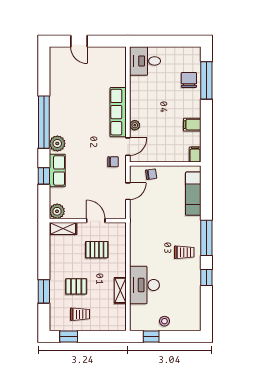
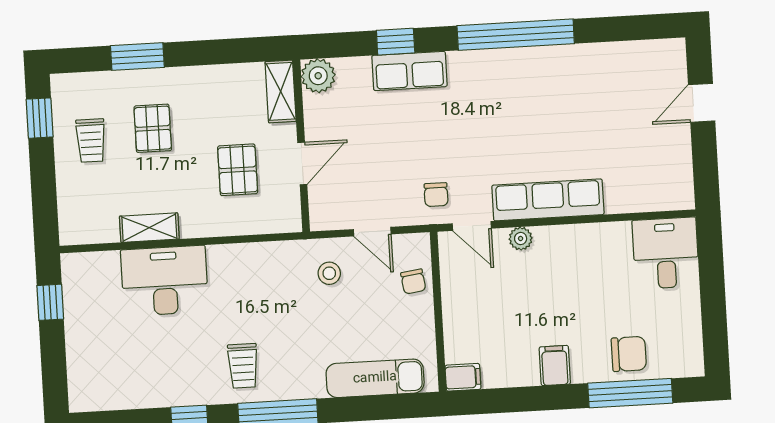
filing cabinet: (192, 125) -> (555, 365), moved
plant: (57, 143) -> (470, 68), removed
stool: (164, 321) -> (329, 273), moved

